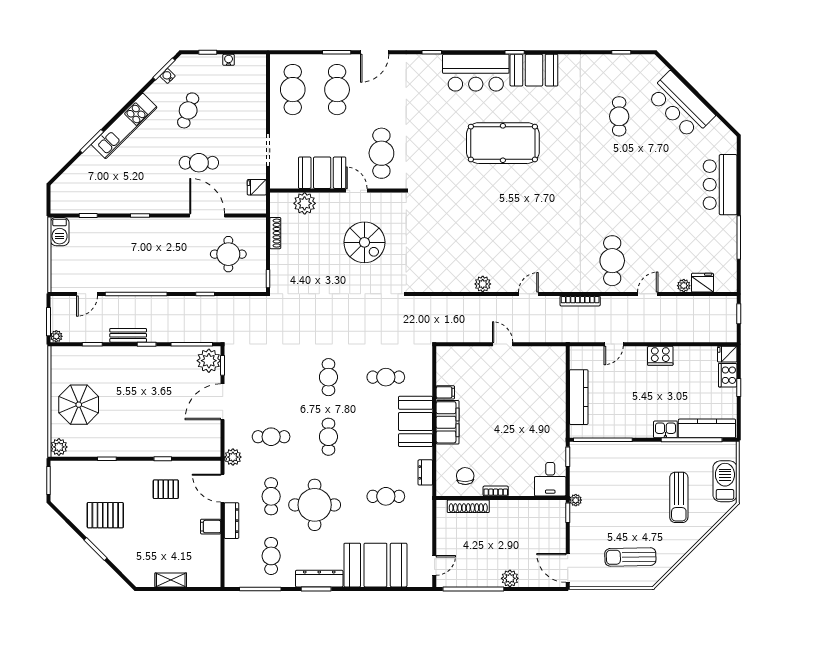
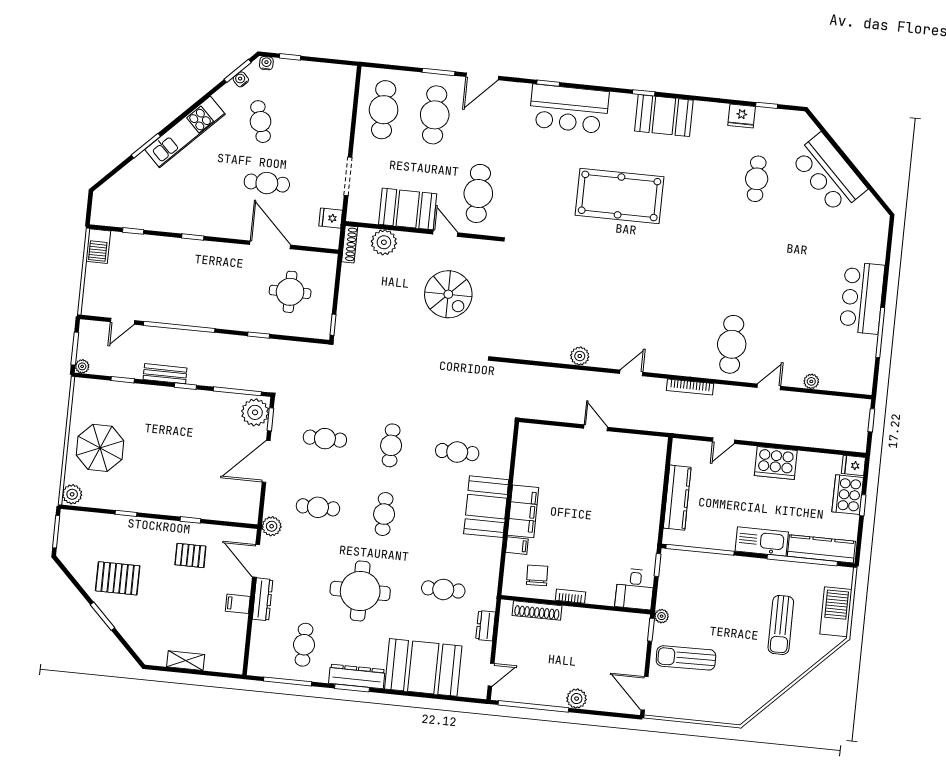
water cooler: (229, 60) -> (266, 63), moved
bar counter: (476, 73) -> (569, 109), moved
cafe table: (188, 110) -> (261, 122), turned -36
bar counter: (720, 185) -> (862, 298), moved
shoe rack: (275, 233) -> (350, 244), moved
fridge: (702, 283) -> (742, 116), moved, turned 180
cooker: (660, 356) -> (776, 463), width x1.37, depth x1.31
cooker: (728, 375) -> (848, 495), width x1.37, depth x1.31
filing cabinet: (445, 392) -> (517, 546), moved
kitchen sink: (665, 429) -> (762, 542), width x1.87, depth x1.24
dresser: (425, 472) -> (486, 626), moved
cafe table: (271, 496) -> (325, 439), moved, turned 90
sun lounger: (630, 557) -> (686, 658), moved

